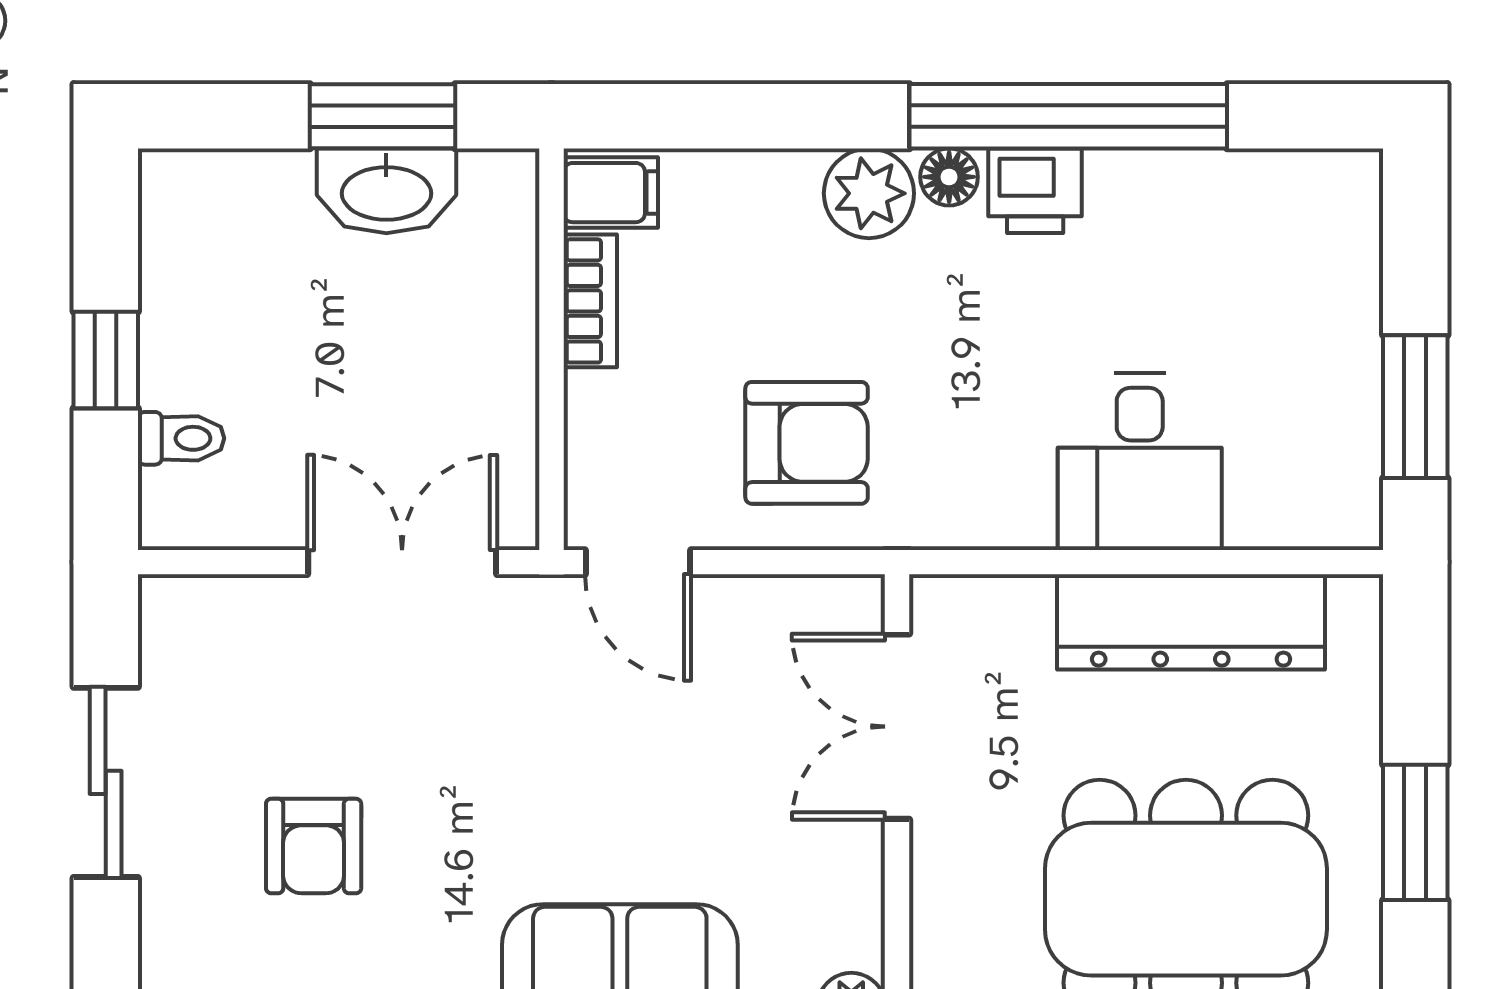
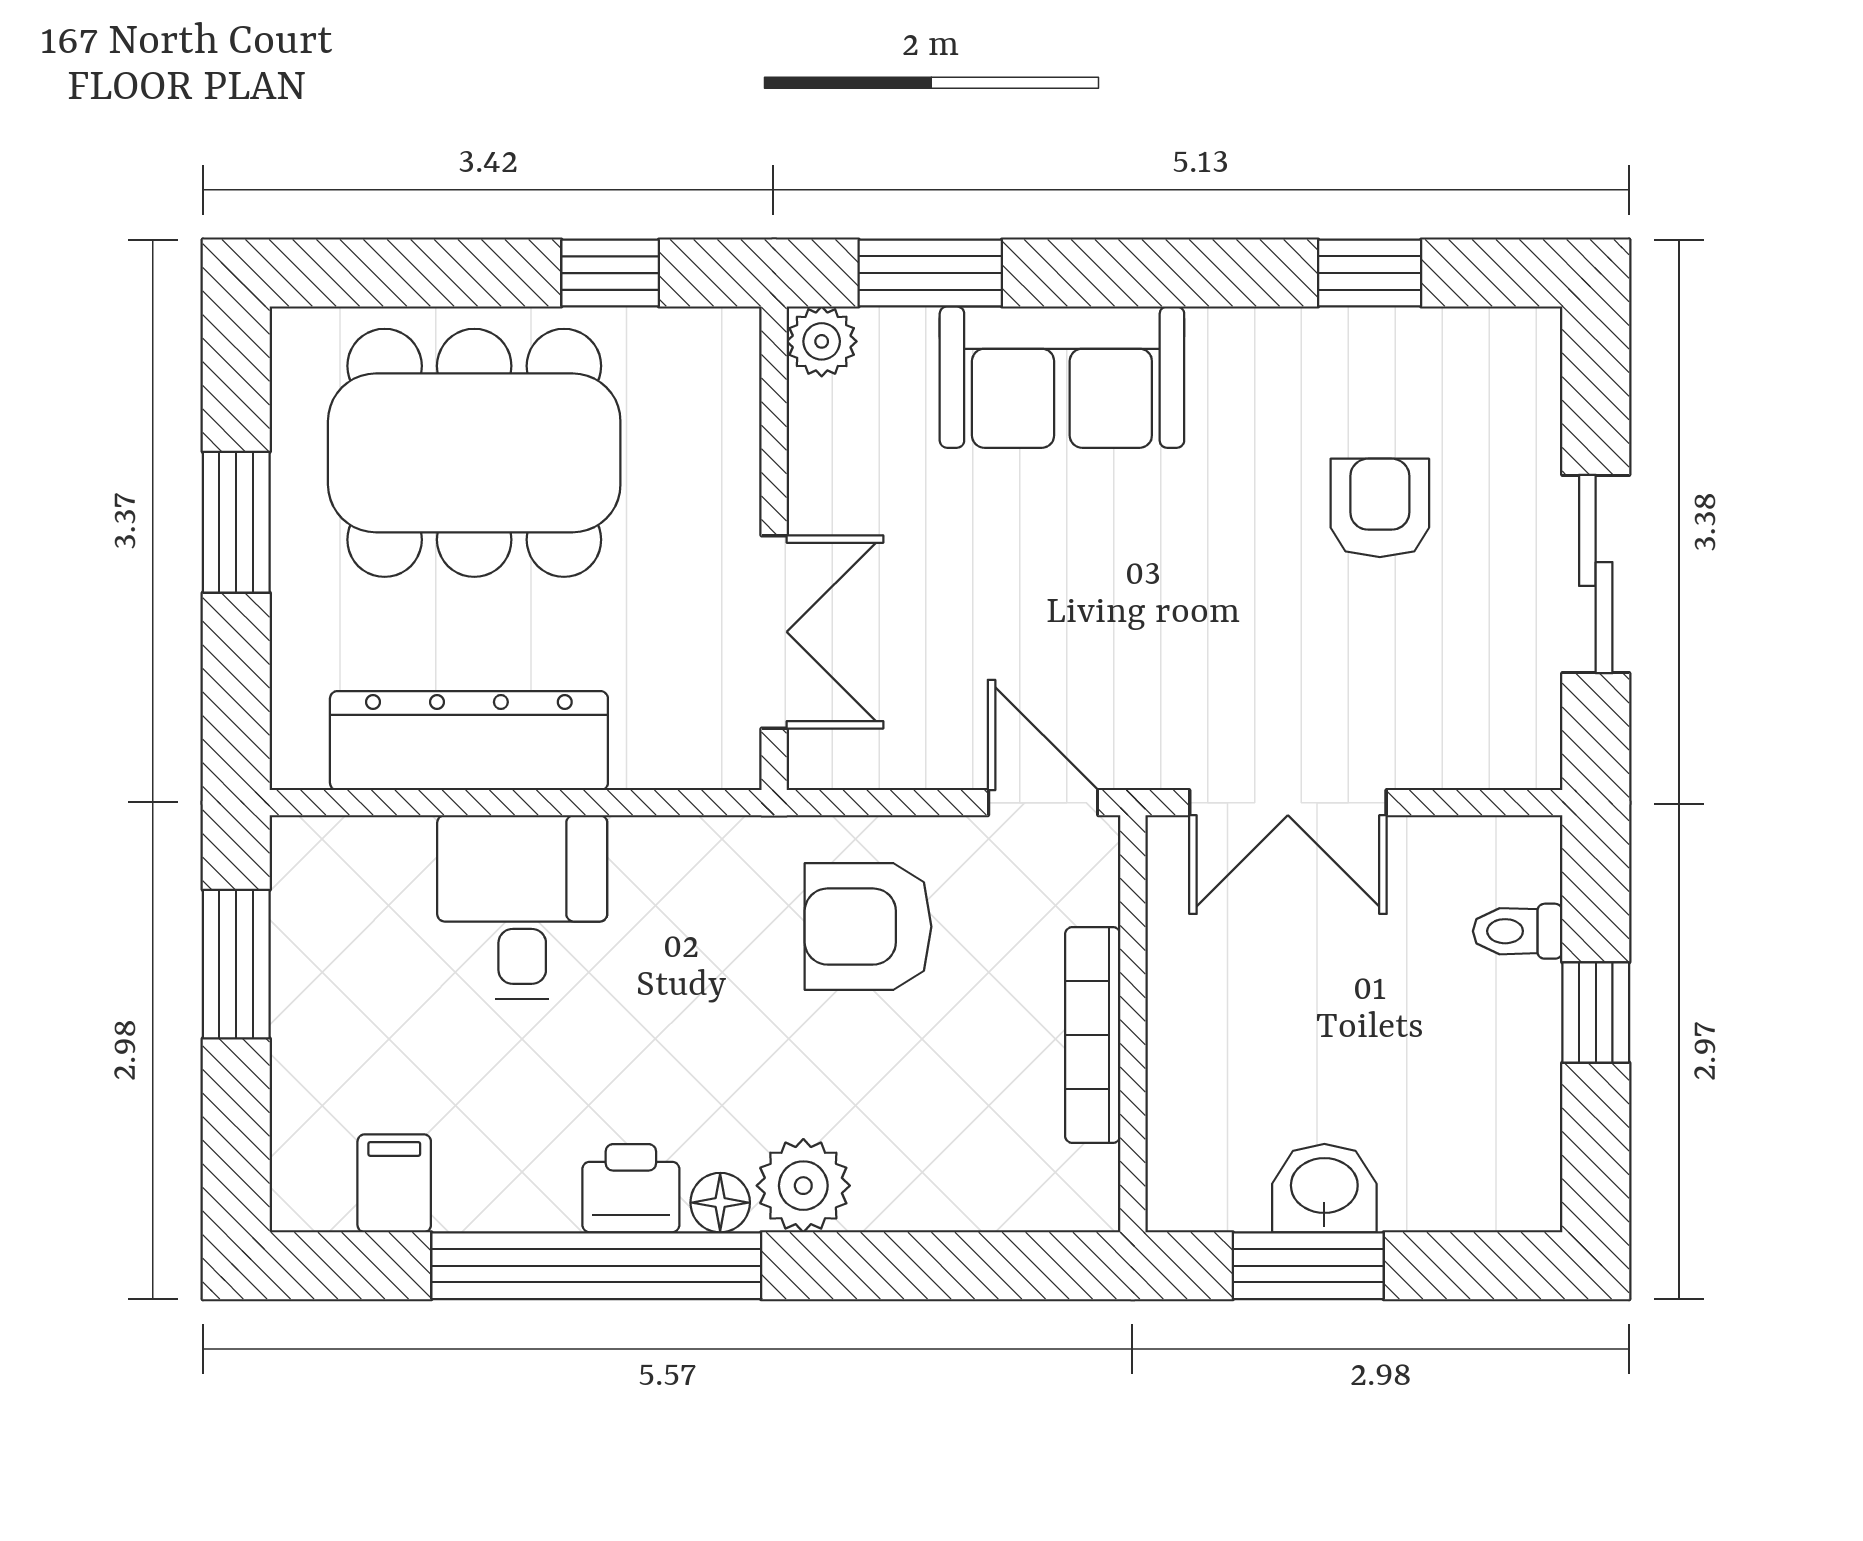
washbasin: (386, 191) -> (1324, 1188), width x0.72
filing cabinet: (611, 193) -> (394, 1183), moved, turned 90
bookcase: (590, 301) -> (1093, 1035), width x1.56

